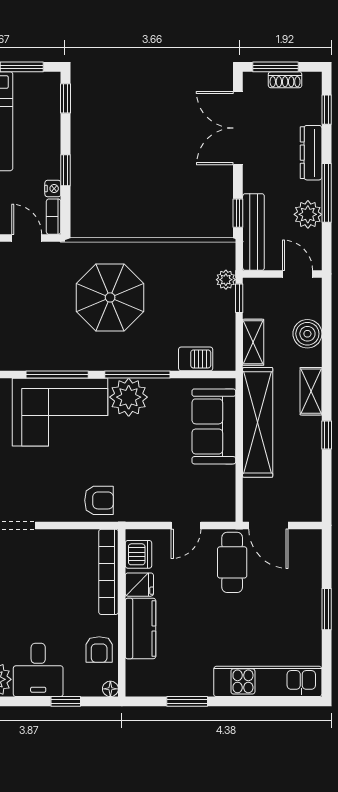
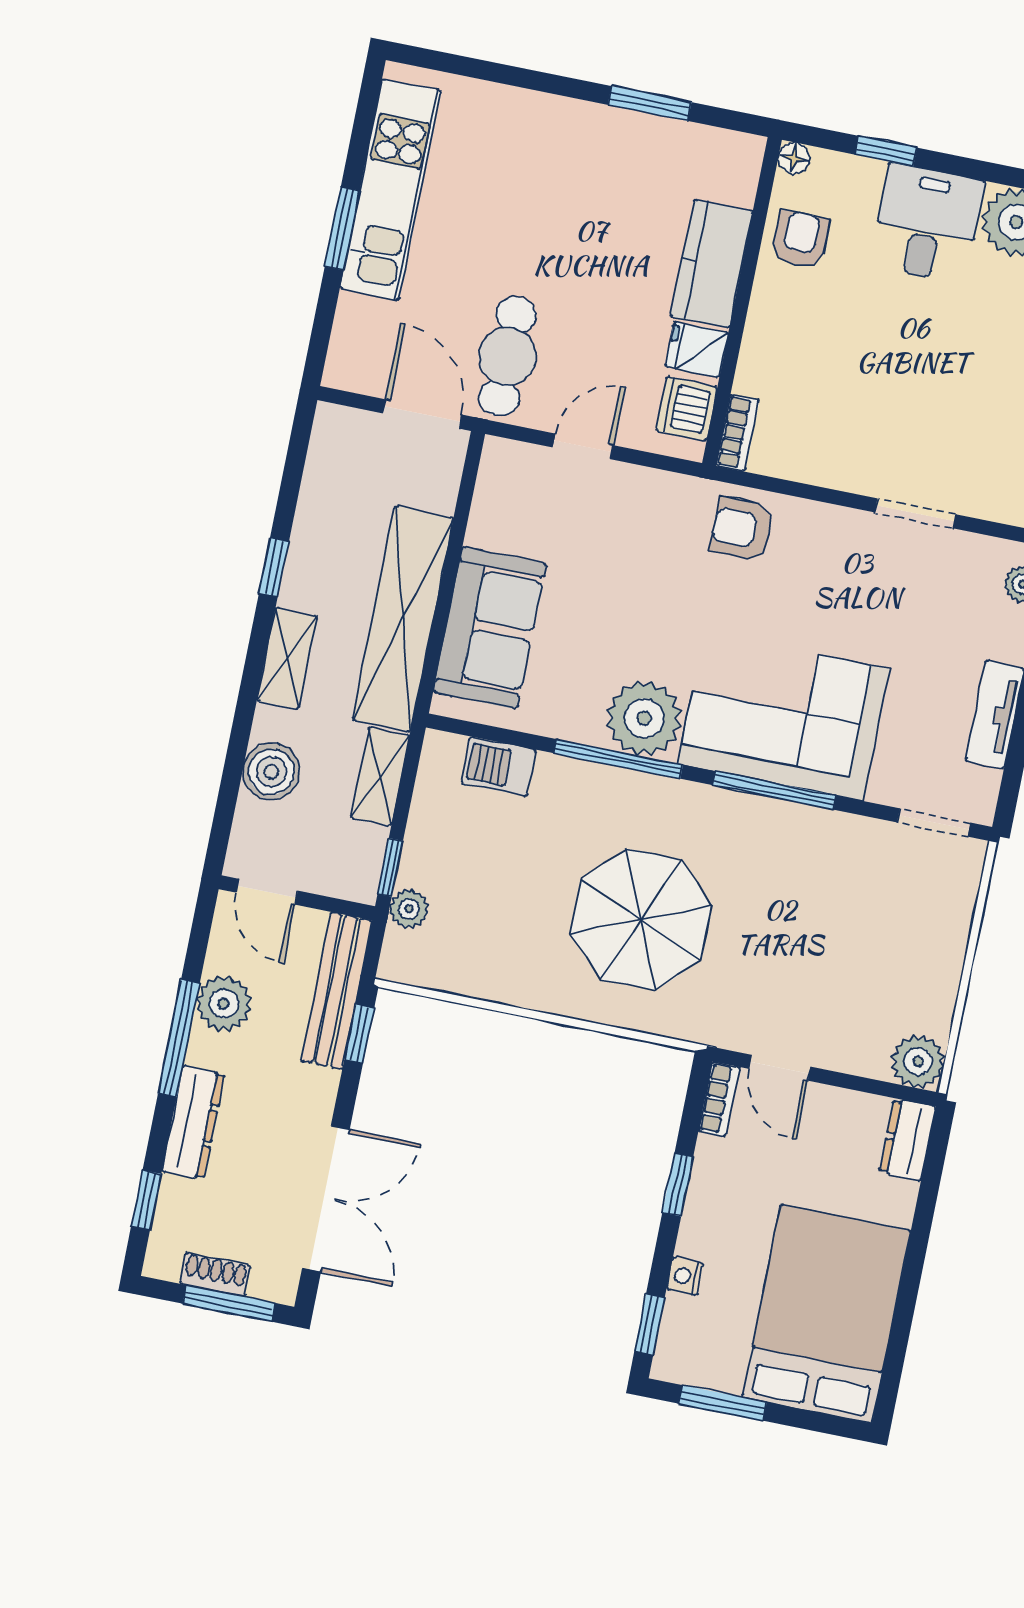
nightstand: (53, 189) -> (685, 1276), moved
bookcase: (108, 572) -> (738, 433), width x0.43, depth x0.76
kitchen unit: (268, 681) -> (390, 190), moved, turned -90

